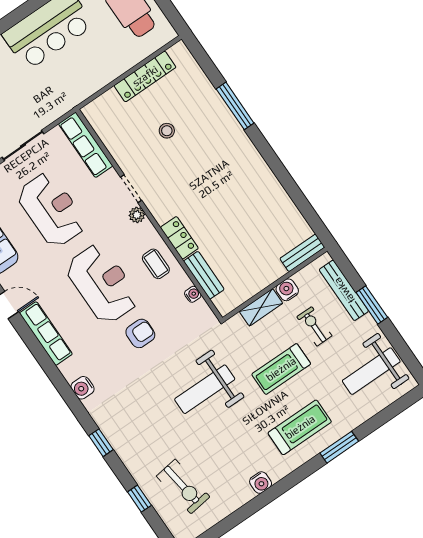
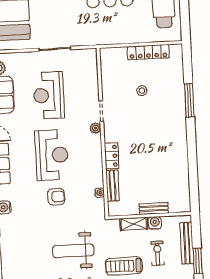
row of seats: (86, 145) -> (91, 70), removed
reception desk: (52, 210) -> (49, 95), turned 180
bench: (302, 253) -> (154, 208), moved
coffee table: (156, 264) -> (89, 163), removed

